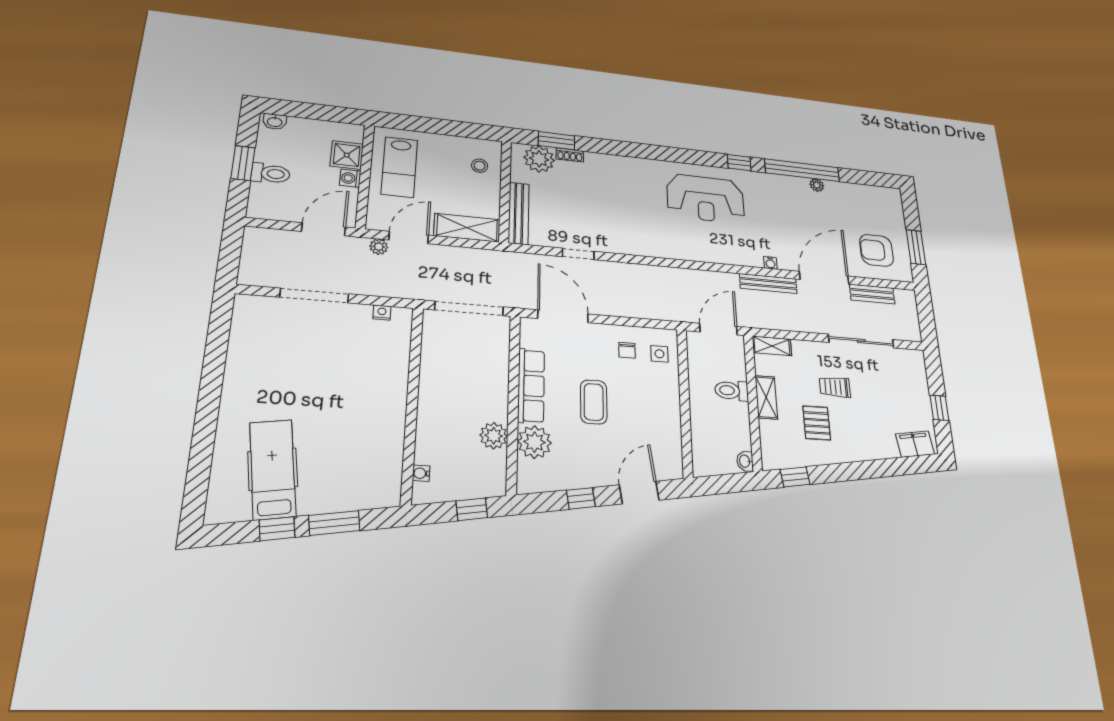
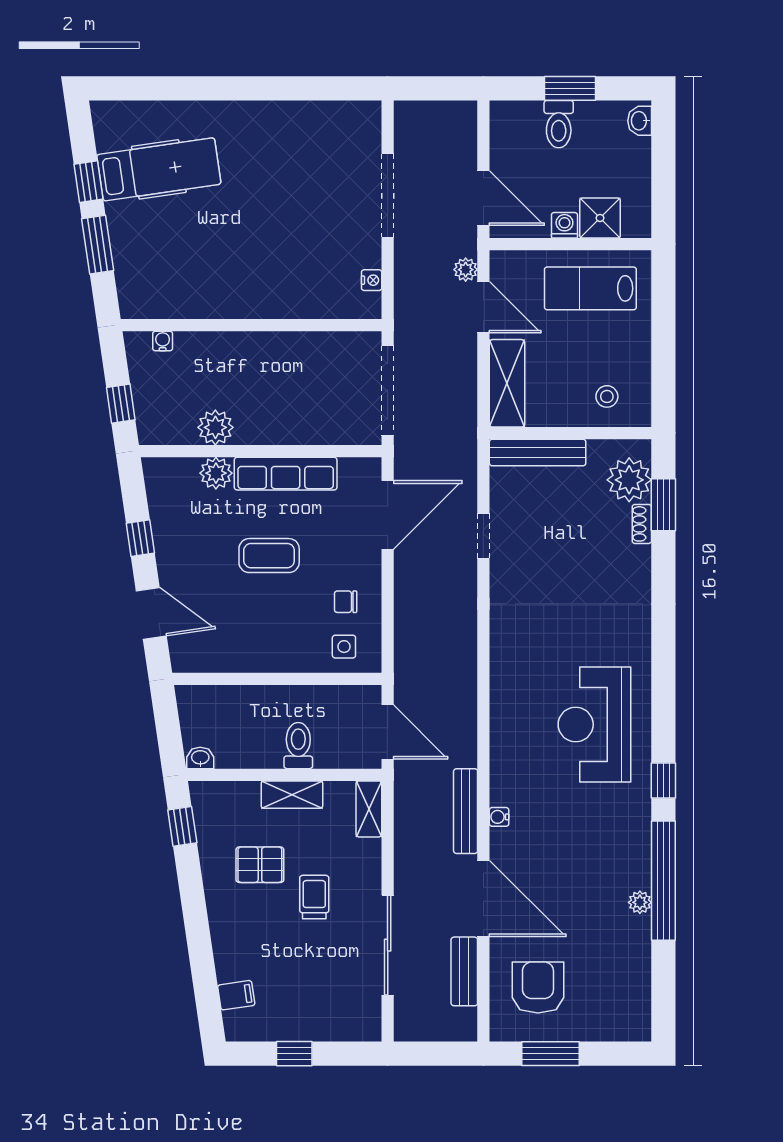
plant: (534, 442) -> (216, 473), width x0.73, depth x0.73
filing cabinet: (915, 444) -> (236, 995), width x0.50

